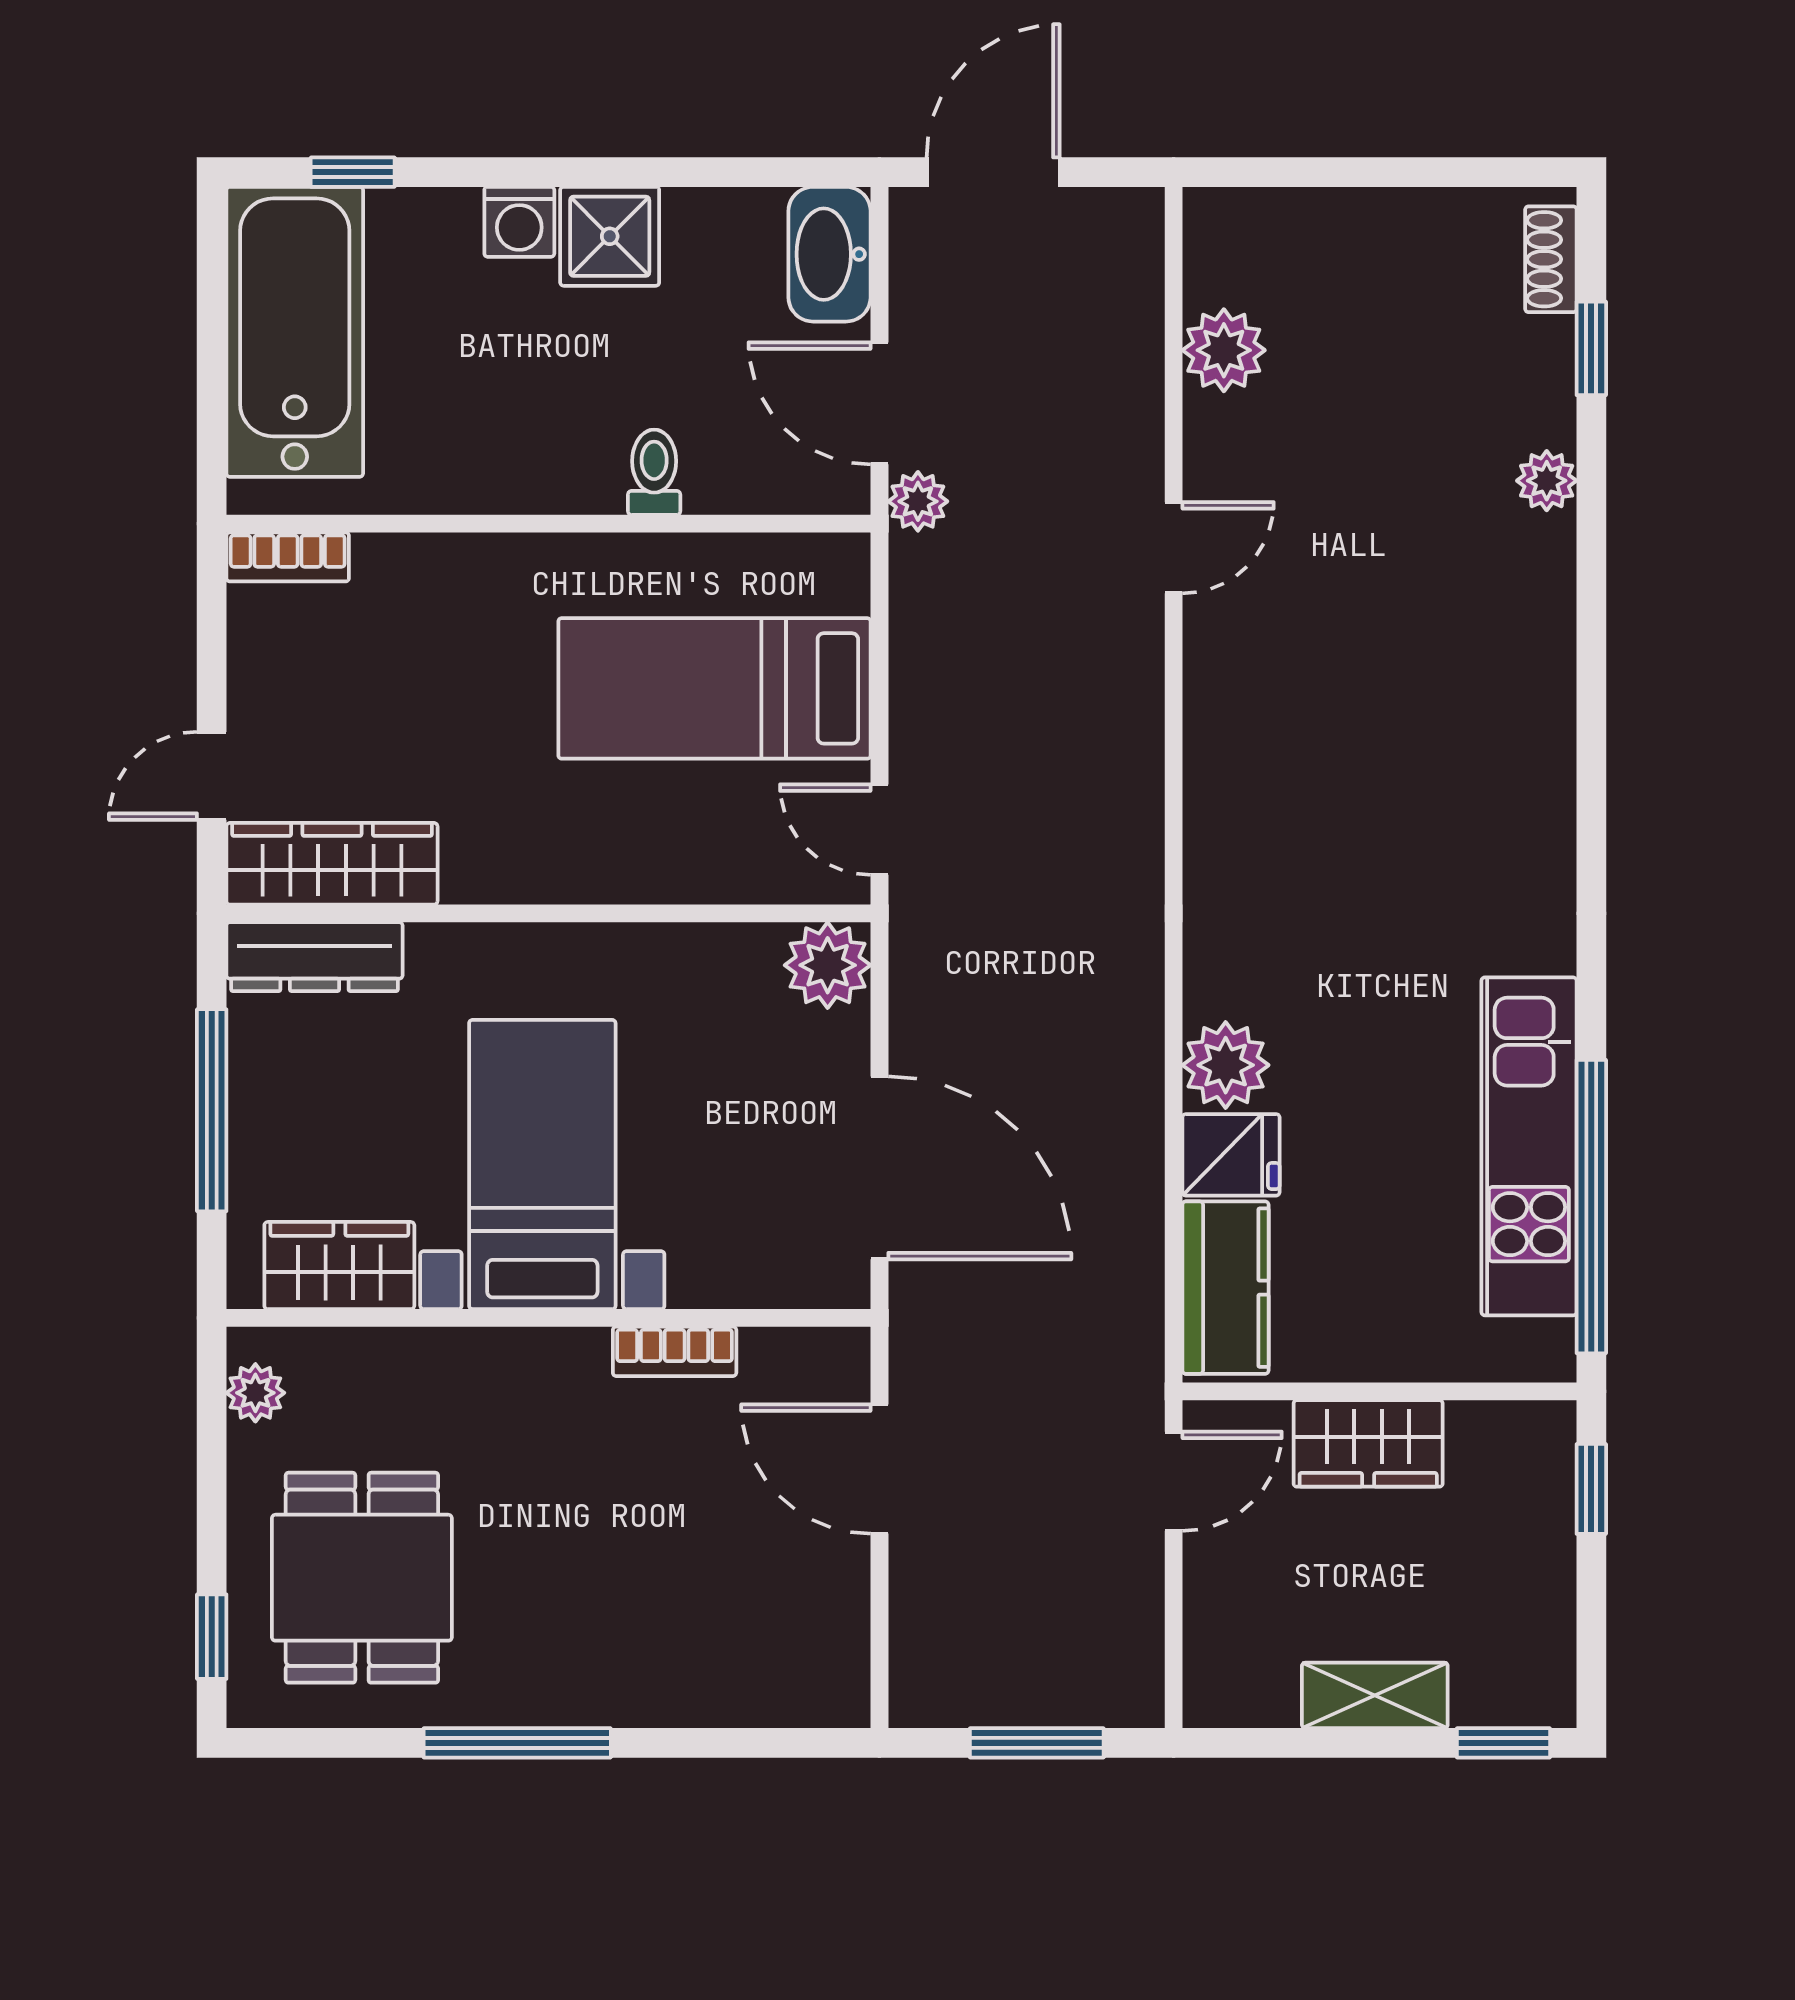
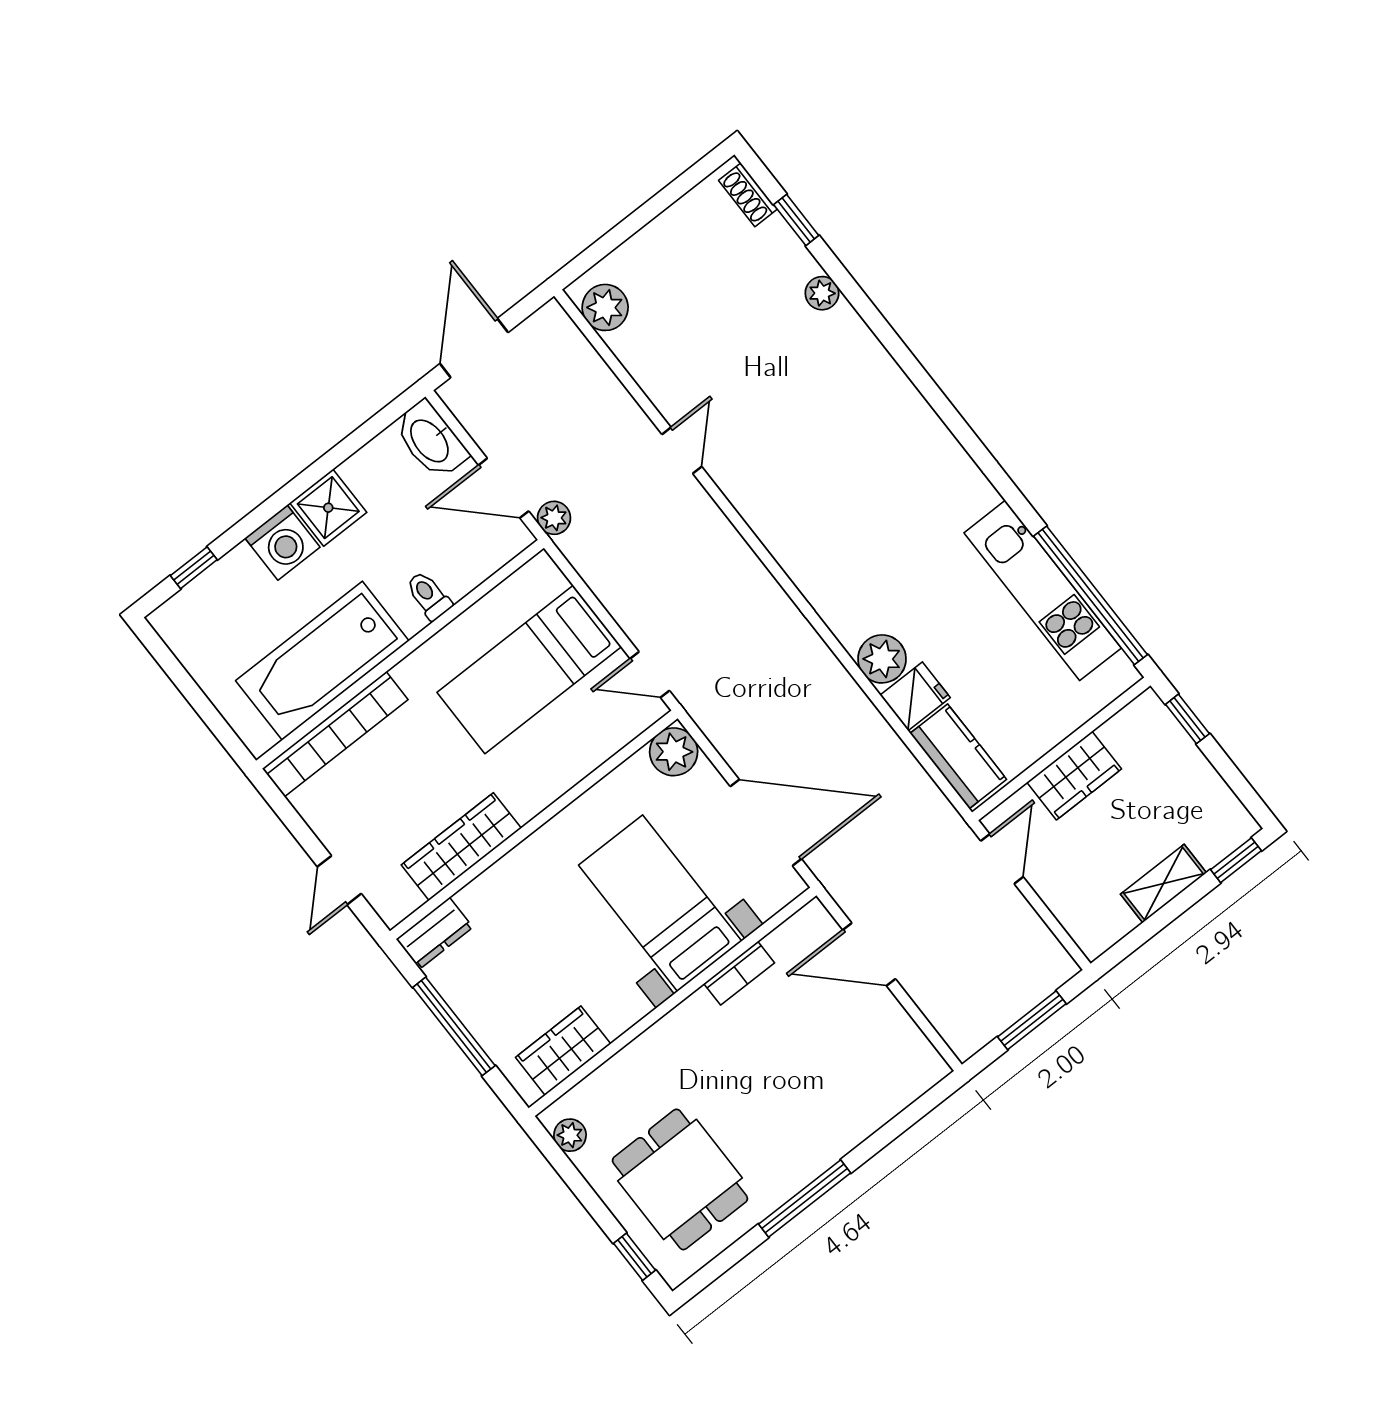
washing machine: (519, 222) -> (283, 543), width x1.38, depth x1.38
bathtub: (295, 332) -> (322, 661), moved, turned -90
plant: (1224, 350) -> (605, 307), moved
bookcase: (288, 557) -> (335, 734), width x2.31, depth x1.31
wardrobe: (332, 864) -> (461, 847), moved
dresser: (314, 957) -> (435, 933), width x0.70
bed with nightstands: (542, 1164) -> (660, 903), moved

